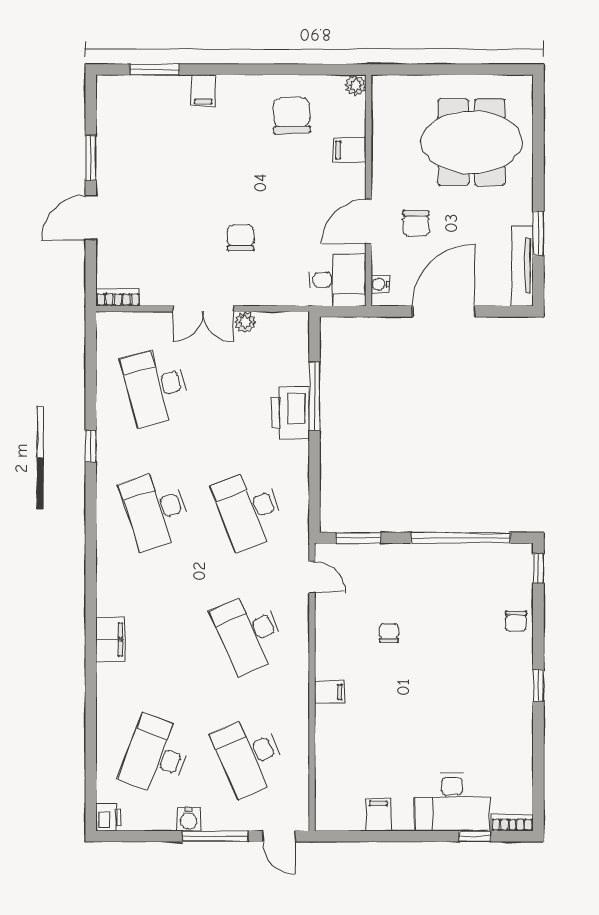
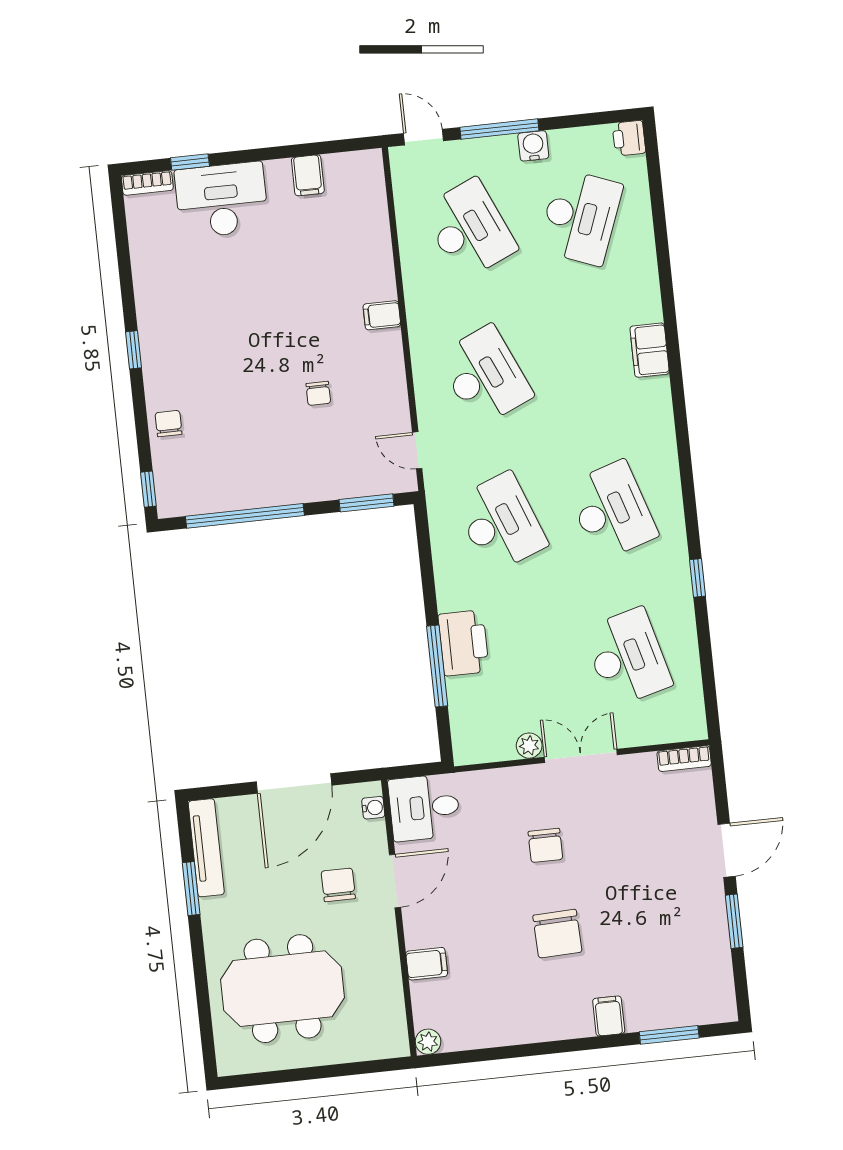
chair: (292, 115) -> (557, 934), moved

